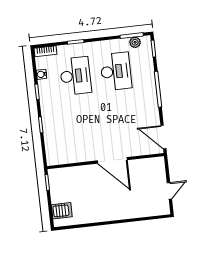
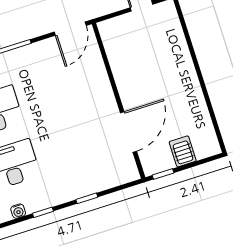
door: (112, 160) -> (128, 132), moved
server rack: (62, 211) -> (183, 151), moved

